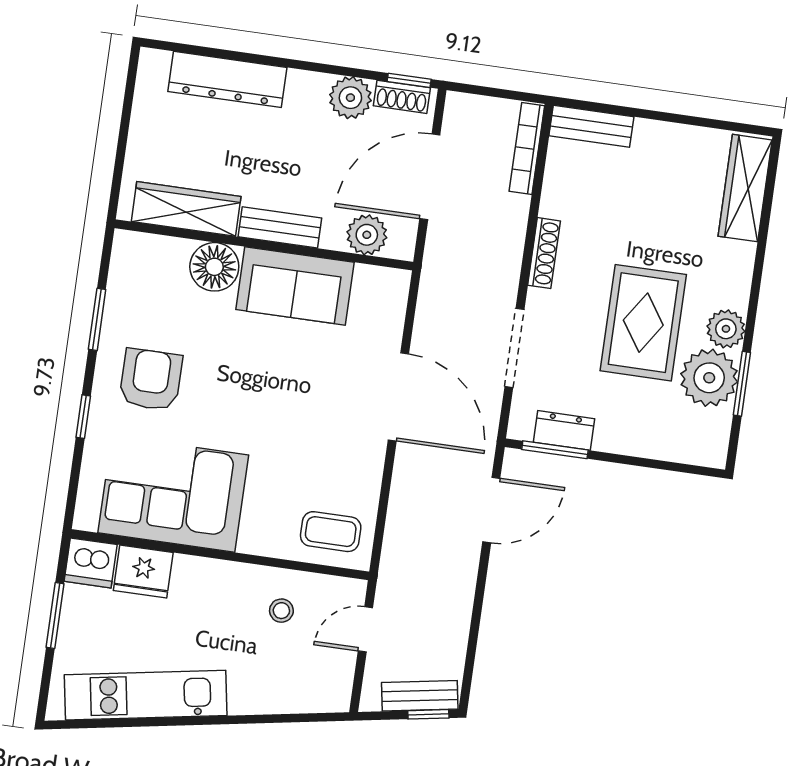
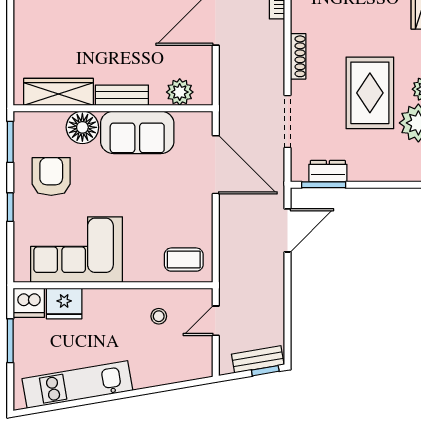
wardrobe: (186, 209) -> (58, 92), moved
bench: (280, 227) -> (122, 95), moved
plant: (367, 235) -> (180, 92), moved
wall: (264, 245) -> (113, 108), moved
floor lamp: (214, 267) -> (82, 127), moved
sofa: (295, 286) -> (137, 132), moved

